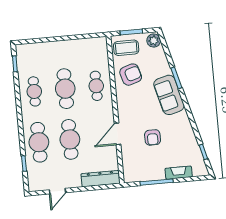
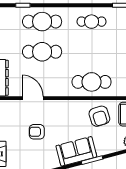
cafe table: (96, 86) -> (92, 82), width x1.37, depth x1.35
cafe table: (65, 89) -> (92, 52), removed
door: (117, 134) -> (33, 98), moved

